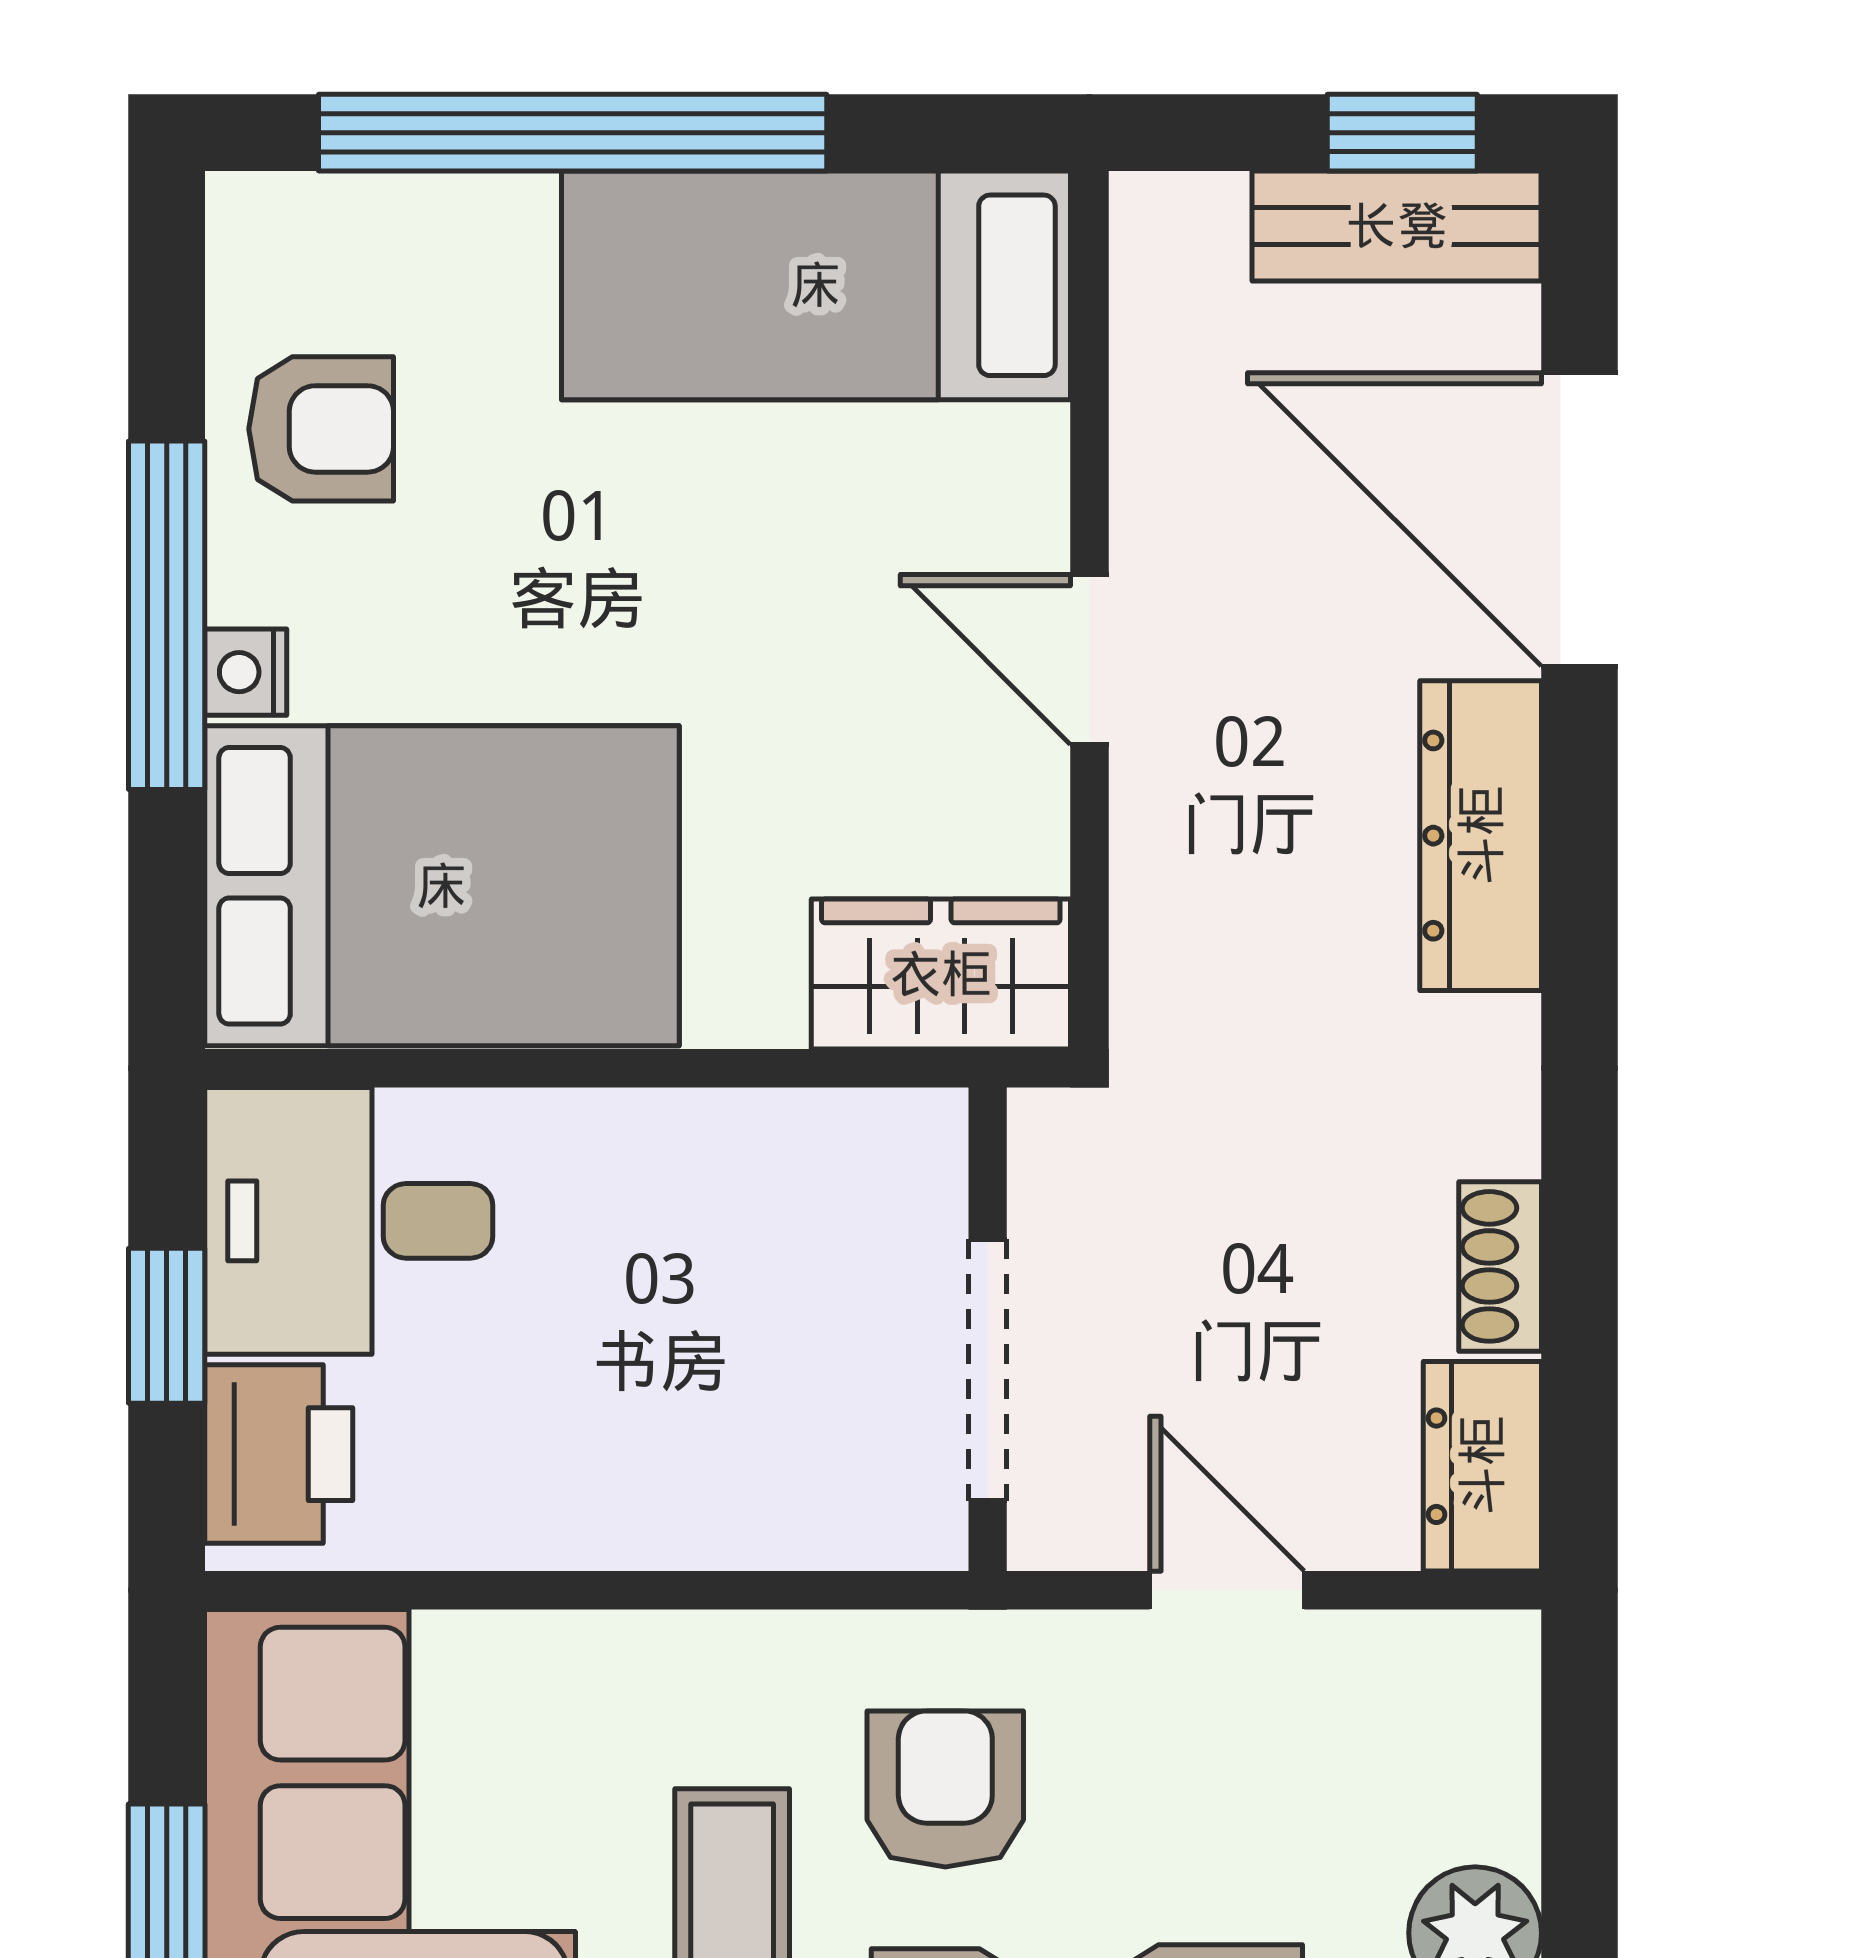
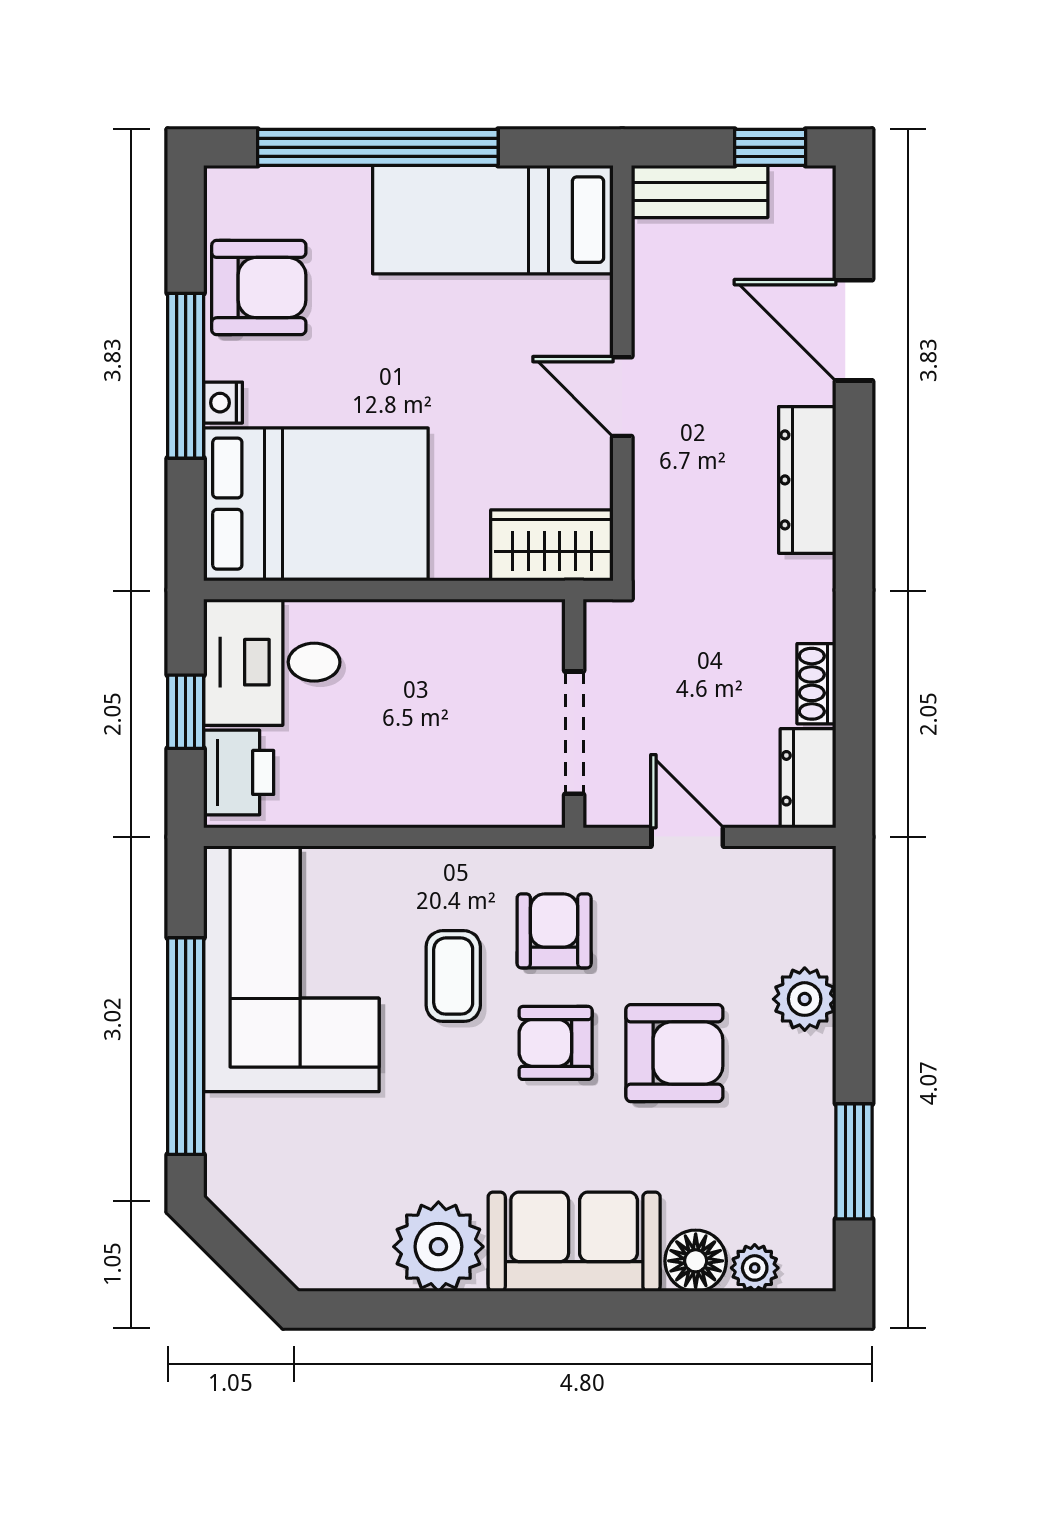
bench: (1397, 226) -> (700, 192), moved
armchair: (321, 429) -> (259, 288), width x1.38, depth x1.38
door: (1580, 519) -> (854, 330), width x0.73

